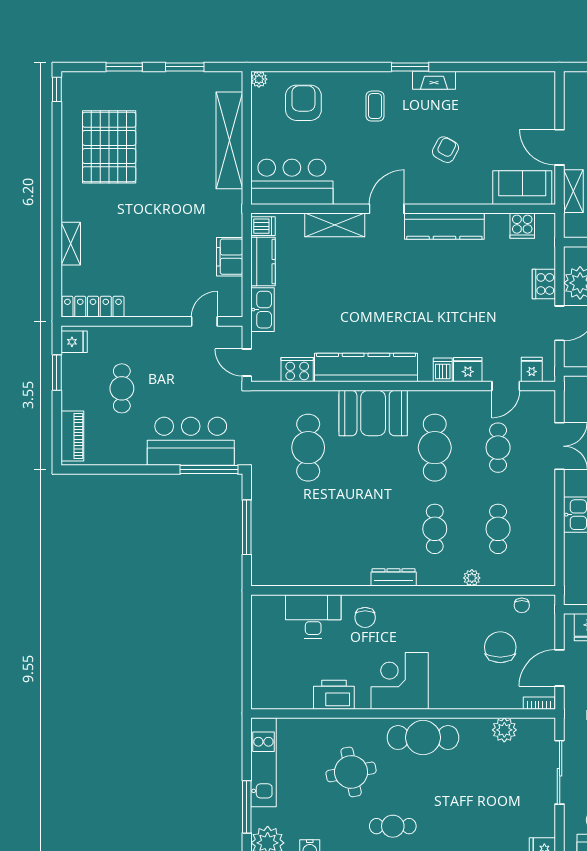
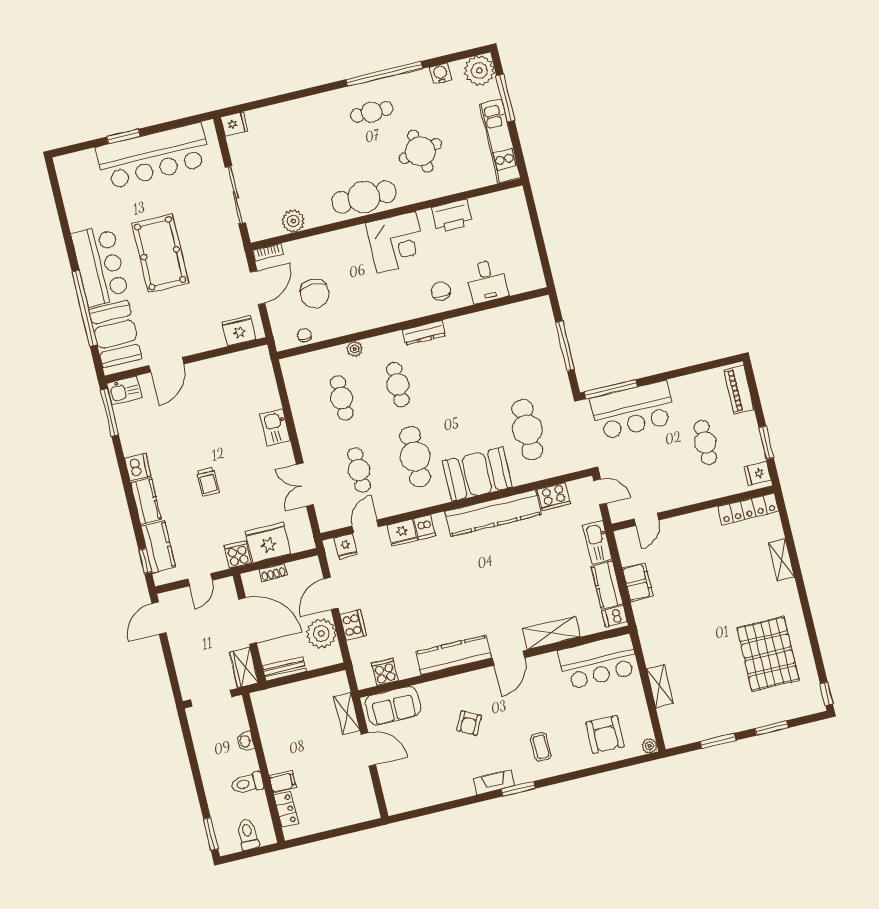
shelving: (229, 140) -> (660, 686), width x0.45, depth x0.75
desk: (313, 616) -> (487, 281), width x0.73

